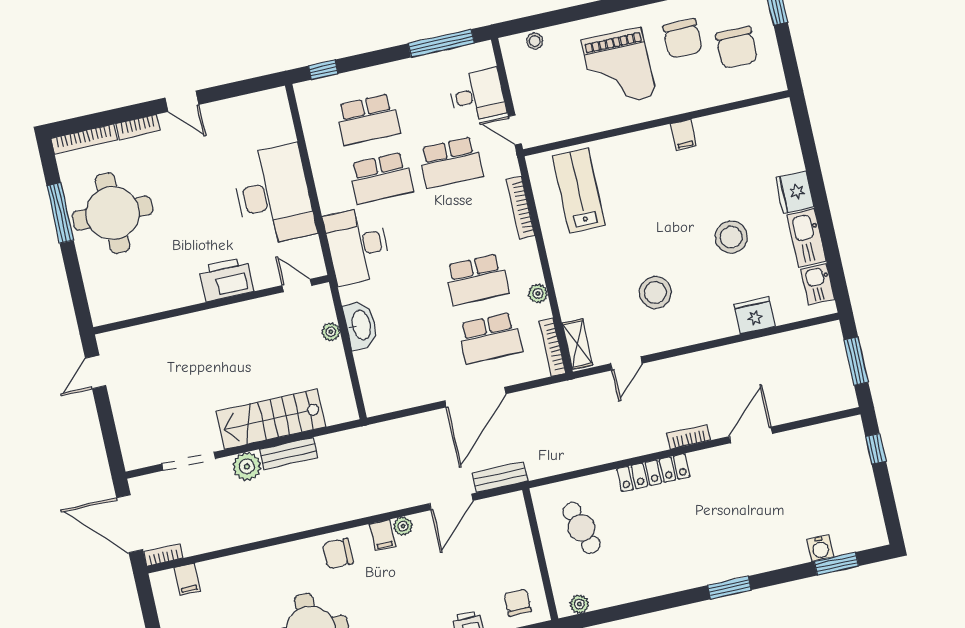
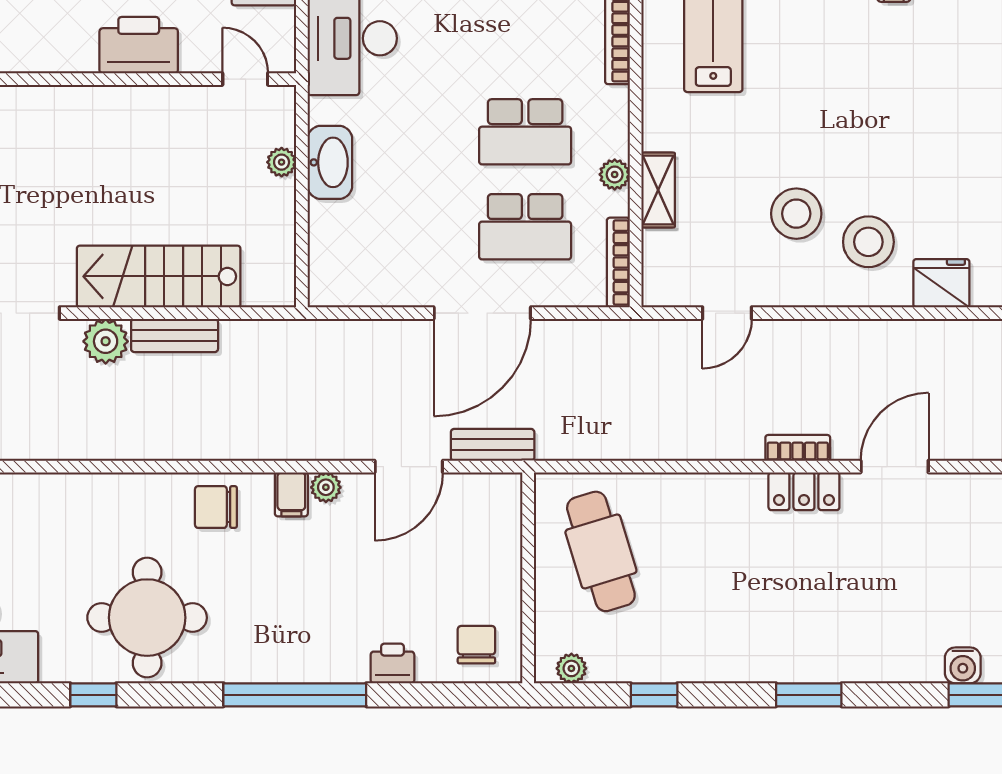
stool: (731, 237) -> (868, 242), moved
shelving: (577, 344) -> (658, 190), moved
locker: (653, 473) -> (804, 491), moved, width x0.66
cafe table: (581, 528) -> (601, 551), width x1.37, depth x1.35
window: (634, 609) -> (654, 695), added

